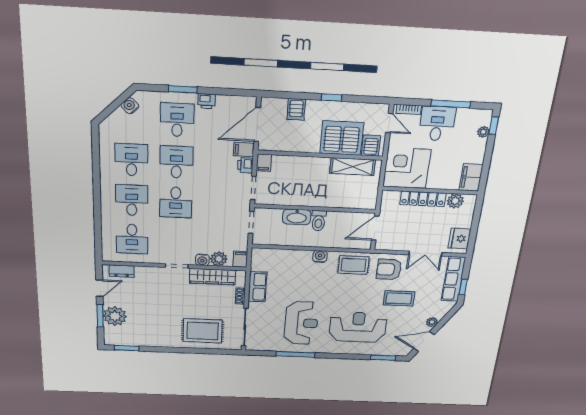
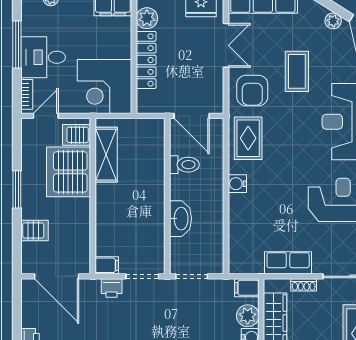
window: (331, 97) -> (17, 189), width x1.50
filing cabinet: (244, 150) -> (91, 291), removed
toilet: (319, 221) -> (184, 165), moved

